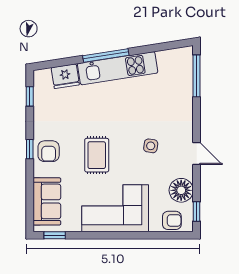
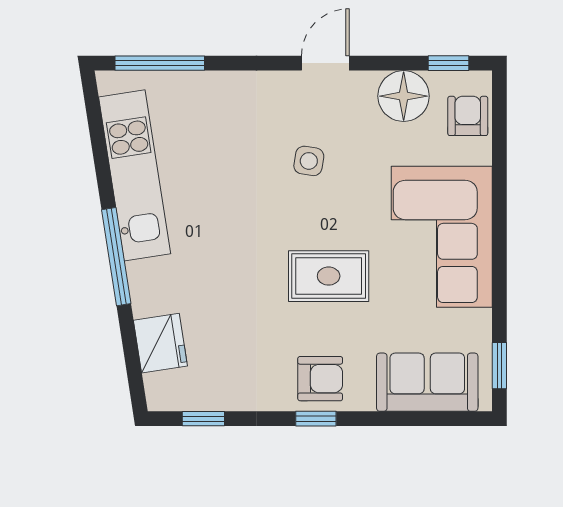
kitchen unit: (118, 68) -> (135, 175), moved

